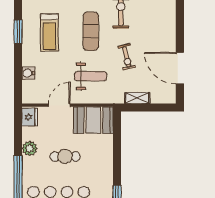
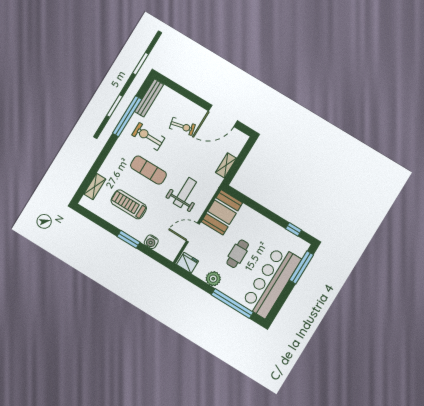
window: (18, 32) -> (128, 239), moved
treadmill: (49, 32) -> (129, 204), turned 180
exercise bike: (126, 57) -> (182, 126), moved
door: (59, 105) -> (193, 233), hinge flipped

